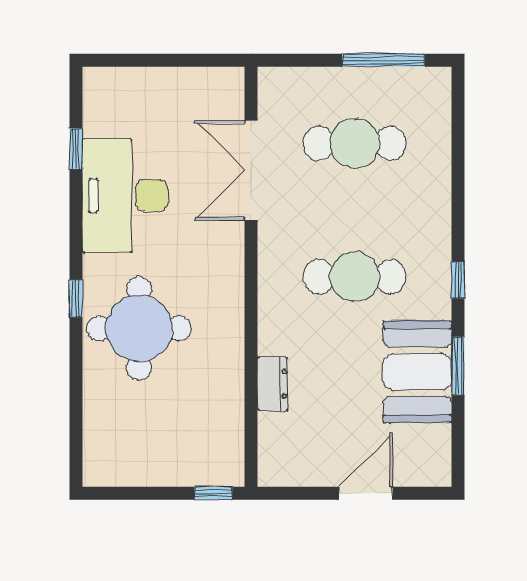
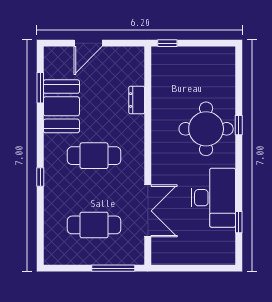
window: (383, 60) -> (113, 268), moved
window: (458, 280) -> (40, 177), moved
window: (76, 299) -> (239, 125), moved
window: (458, 366) -> (40, 88), moved

